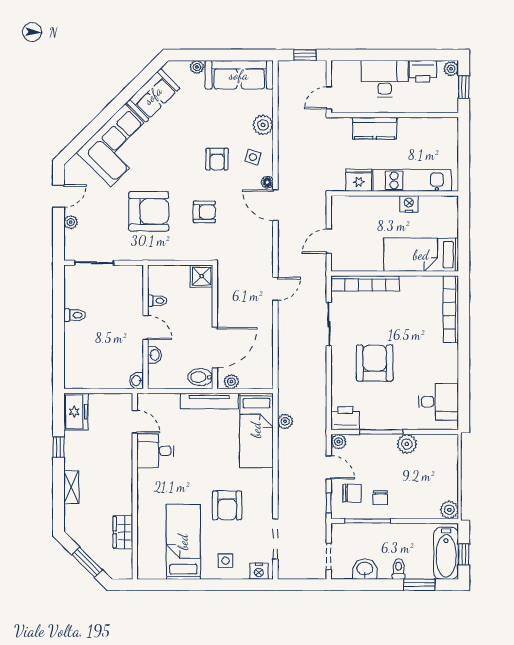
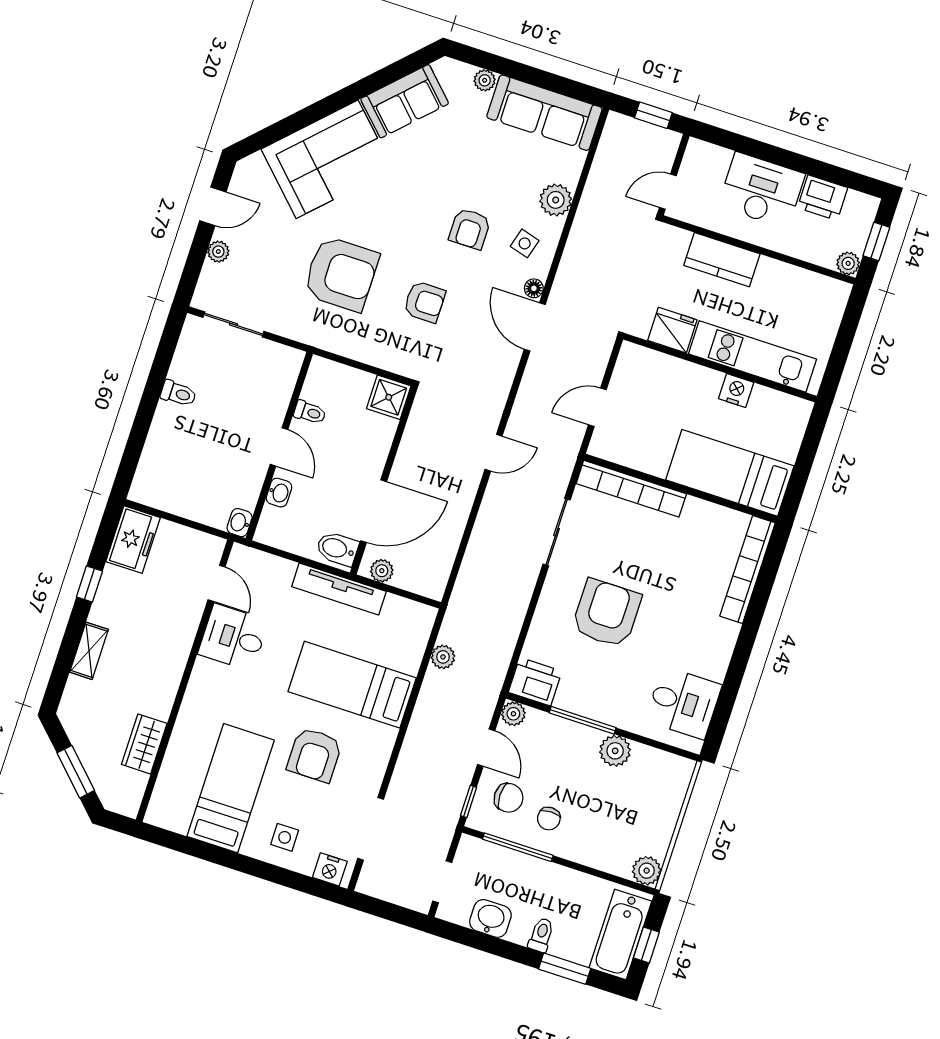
plant: (451, 69) -> (848, 263), moved
bed: (256, 430) -> (352, 685), moved, turned 90

